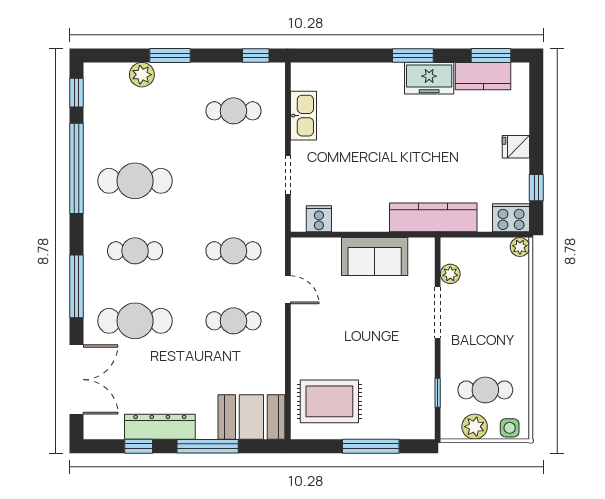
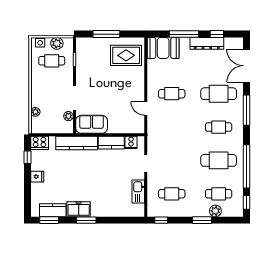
kitchen counter: (360, 218) -> (111, 143), added
plant: (520, 247) -> (35, 112), moved
cafe table: (233, 251) -> (219, 194), moved
sofa: (375, 257) -> (92, 124), moved

